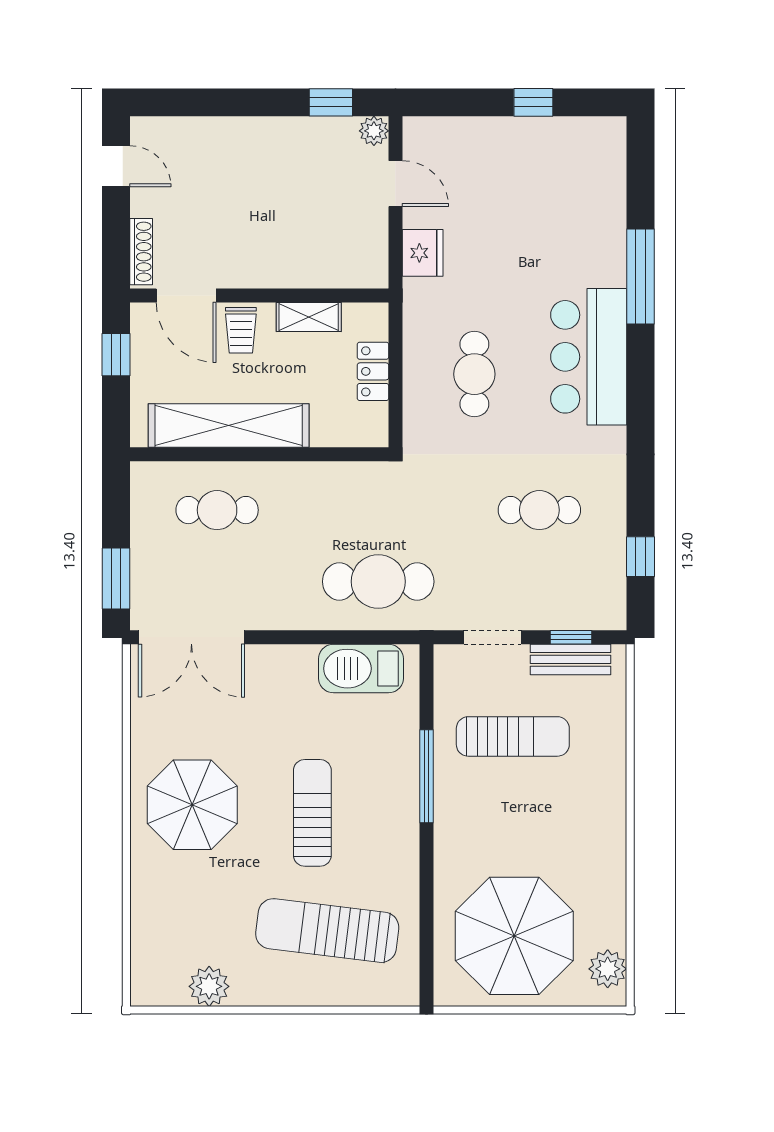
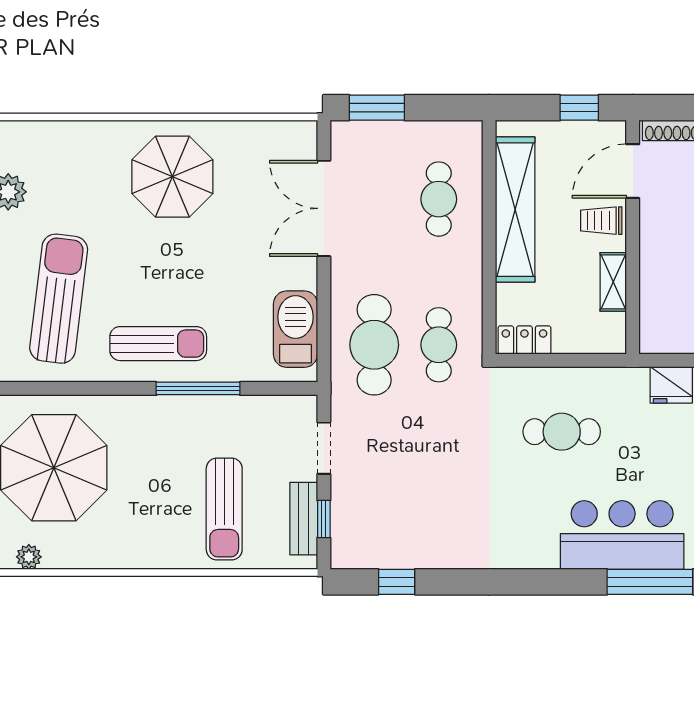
bar counter: (589, 357) -> (622, 535), moved
locker: (373, 371) -> (524, 340), moved
cafe table: (539, 510) -> (439, 345), moved
double door: (191, 637) -> (324, 208), moved
sun lounger: (513, 736) -> (224, 509), moved
sun lounger: (312, 813) -> (158, 344), moved
plant: (608, 969) -> (29, 557), width x0.73, depth x0.73

